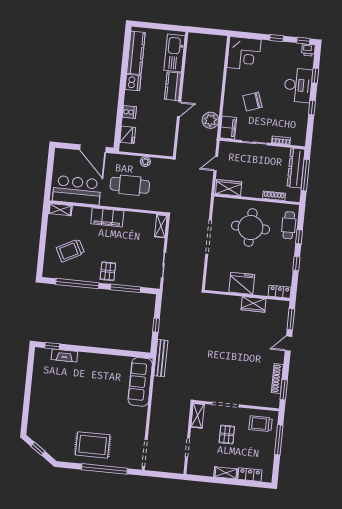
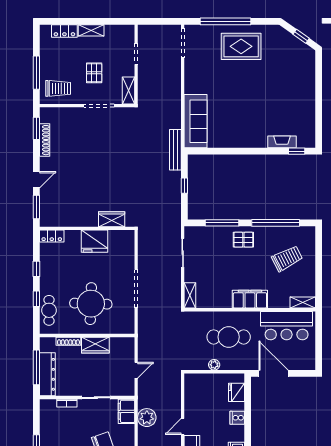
wardrobe: (229, 188) -> (95, 345), moved
pallet: (108, 271) -> (243, 240), turned 90
wardrobe: (253, 304) -> (112, 219), moved

